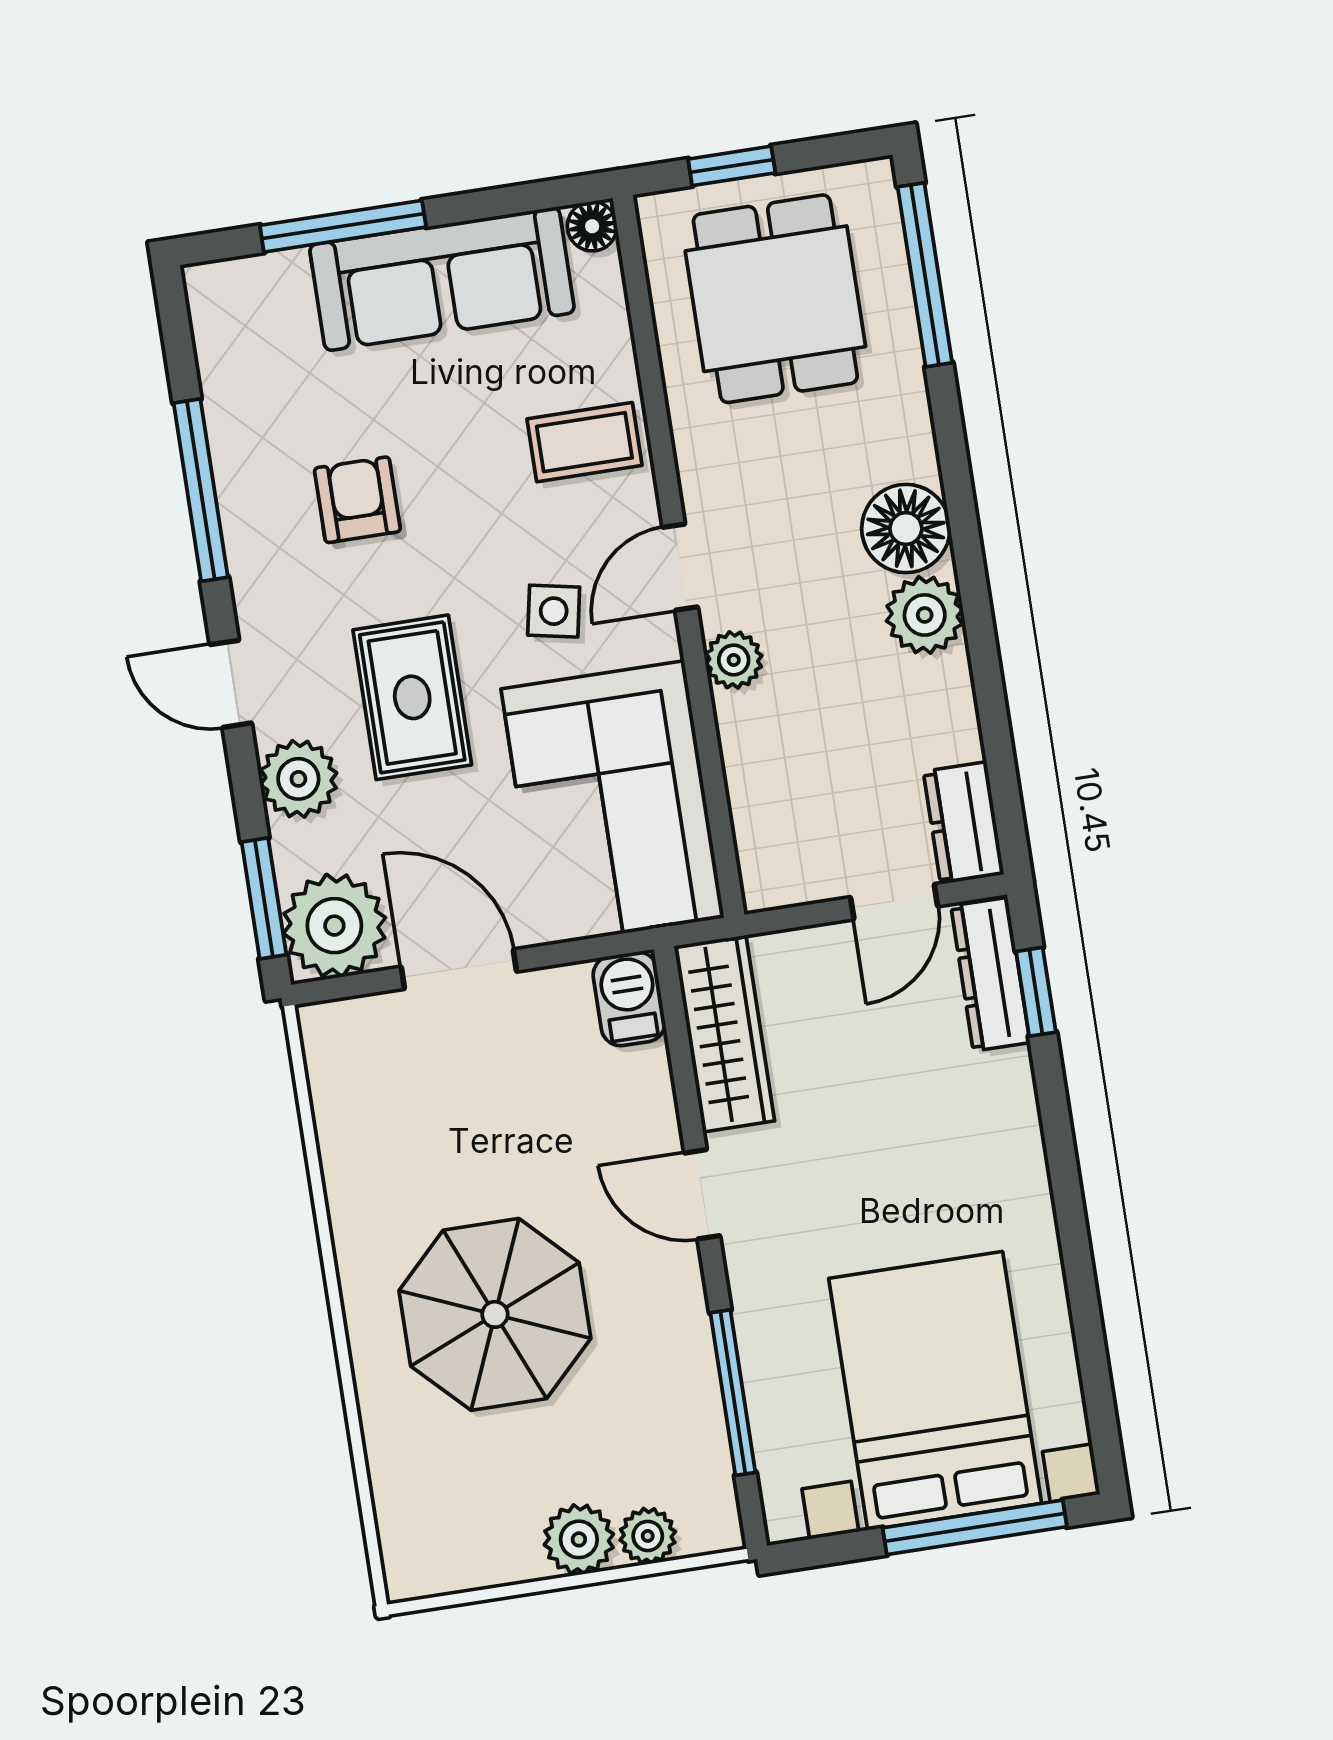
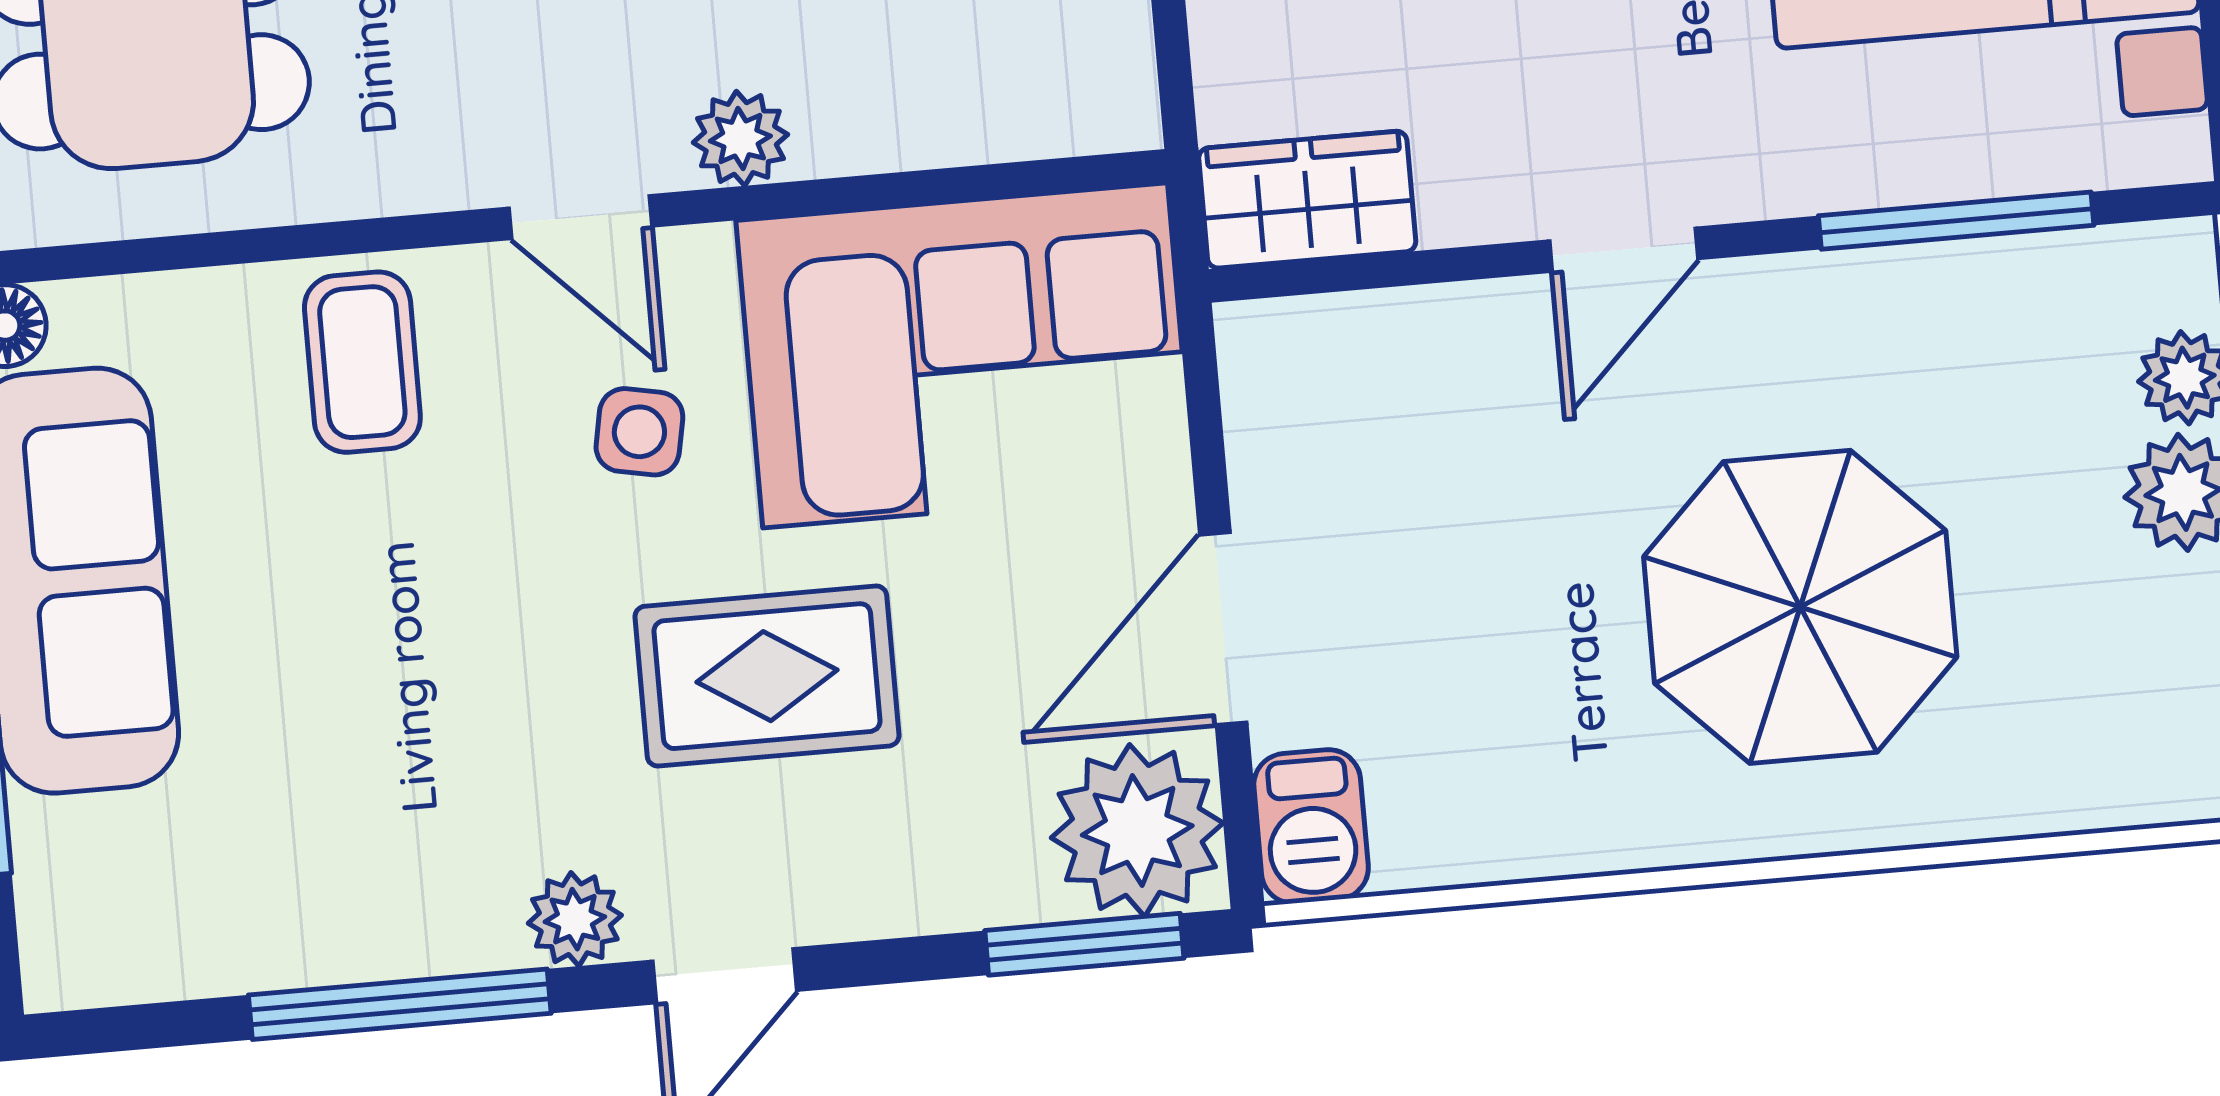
armchair: (357, 500) -> (433, 745), removed
plant: (298, 779) -> (575, 919), moved, width x0.73, depth x0.73
barbecue: (629, 999) -> (1311, 826), moved, turned -90
wardrobe: (724, 1034) -> (1307, 200), width x0.67

